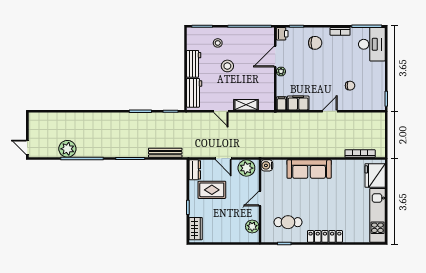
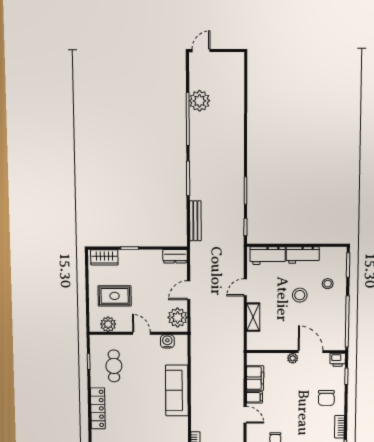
filing cabinet: (281, 103) -> (254, 397), moved
water cooler: (267, 165) -> (167, 341), moved
rug: (212, 190) -> (115, 296), moved, turned 90

